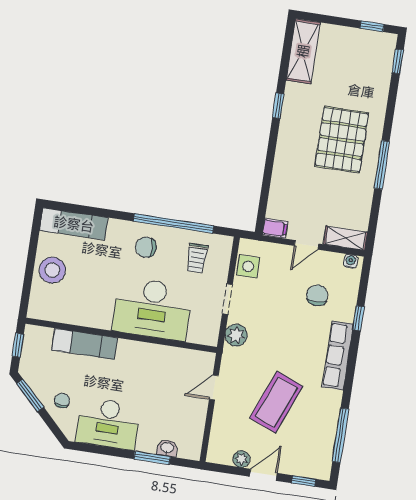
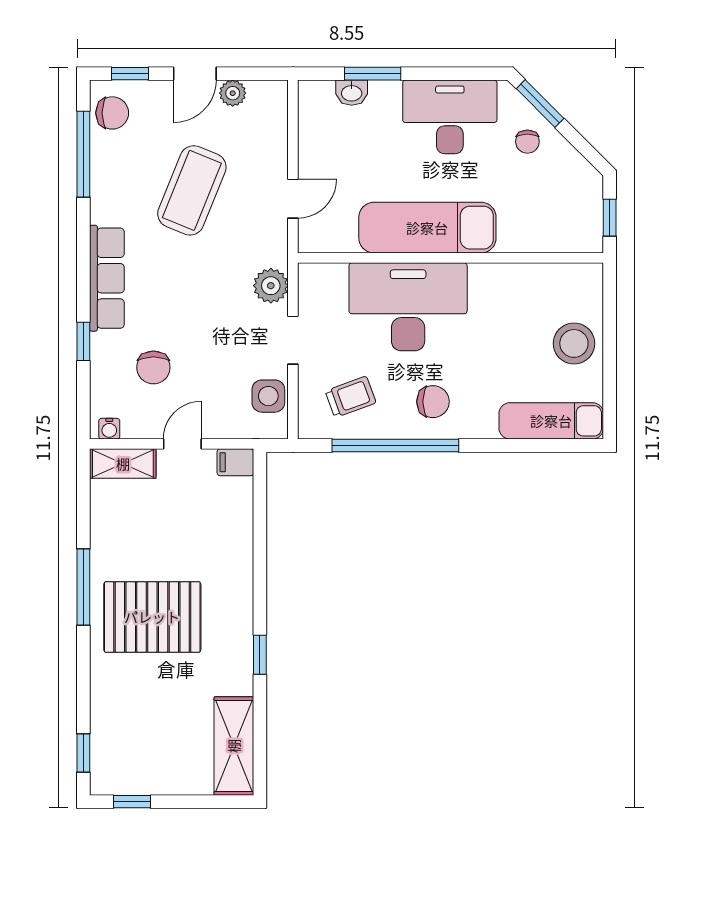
pallet: (342, 140) -> (152, 617), turned 90
trolley: (197, 258) -> (351, 397), turned 70
exam couch: (85, 344) -> (427, 228), moved, width x1.36, depth x1.45
window: (30, 395) -> (540, 103), moved
chair: (319, 458) -> (112, 113), added

